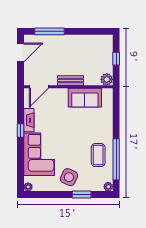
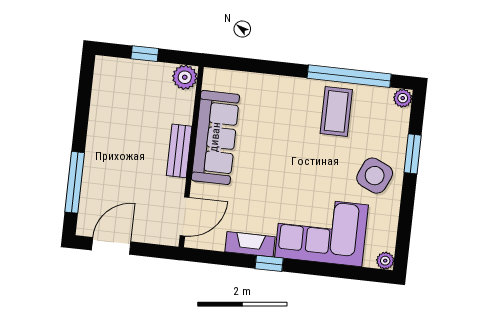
door: (21, 53) -> (111, 246), hinge flipped
door: (39, 87) -> (185, 216), hinge flipped
sofa: (85, 98) -> (215, 137), width x1.36
coffee table: (98, 155) -> (336, 111), turned 90

